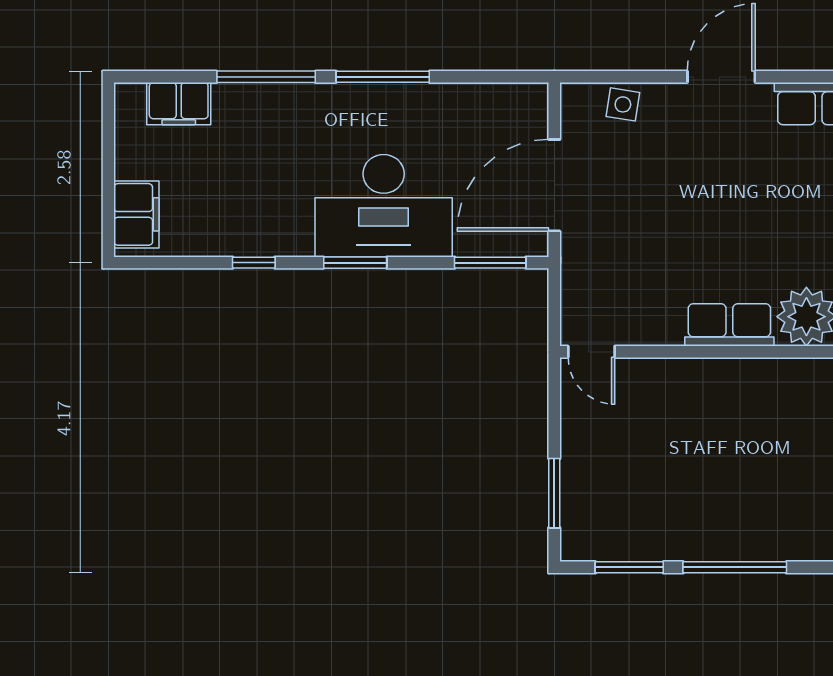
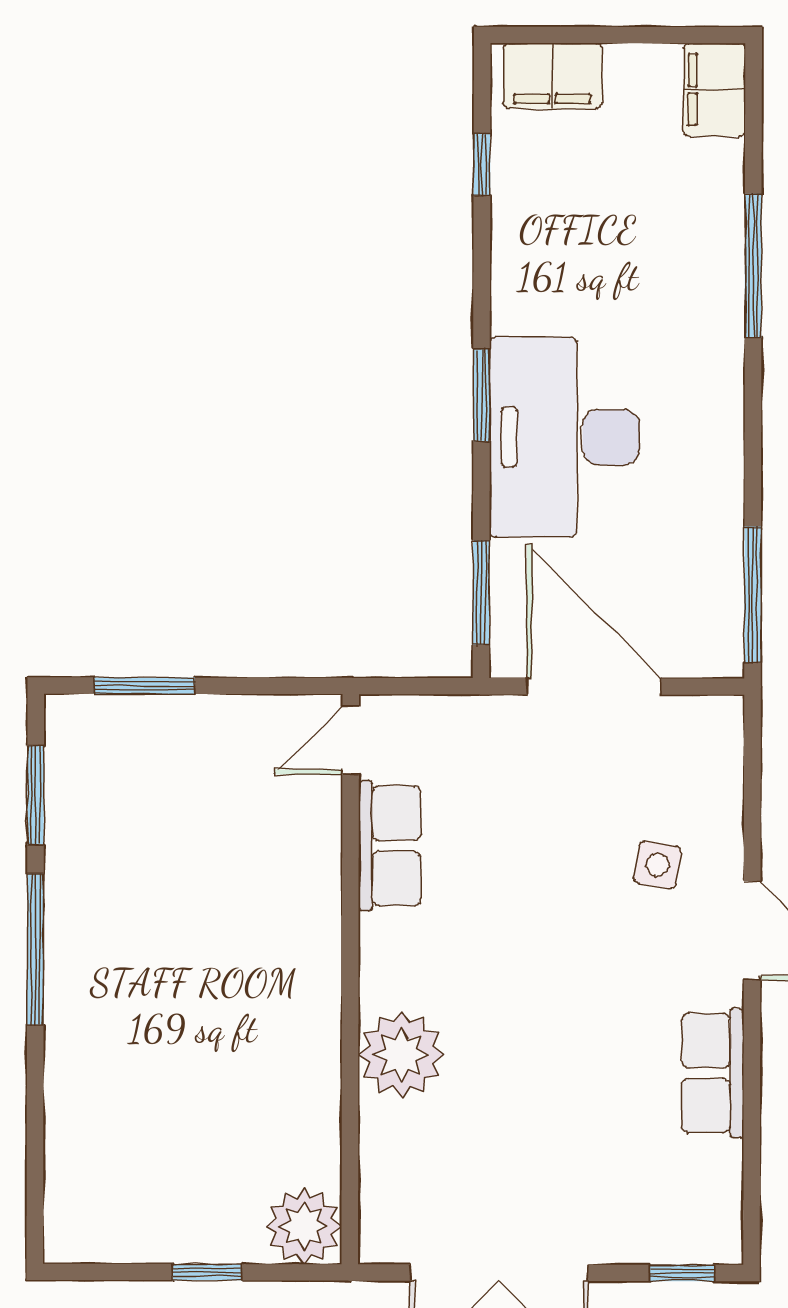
window: (383, 77) -> (753, 594), moved
filing cabinet: (179, 104) -> (714, 90), moved
side table: (623, 104) -> (658, 865), moved
window: (254, 263) -> (482, 165), moved
row of seats: (729, 325) -> (390, 846), moved

